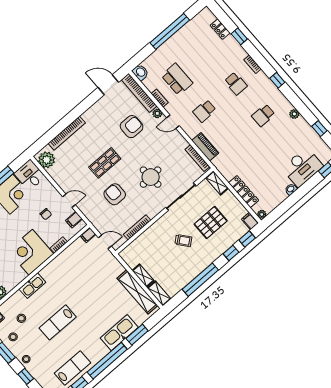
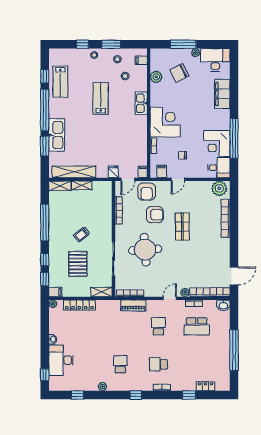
armchair: (132, 127) -> (147, 192), moved
round table: (151, 177) -> (145, 250), width x1.36, depth x1.36
fridge: (109, 259) -> (113, 172), added

